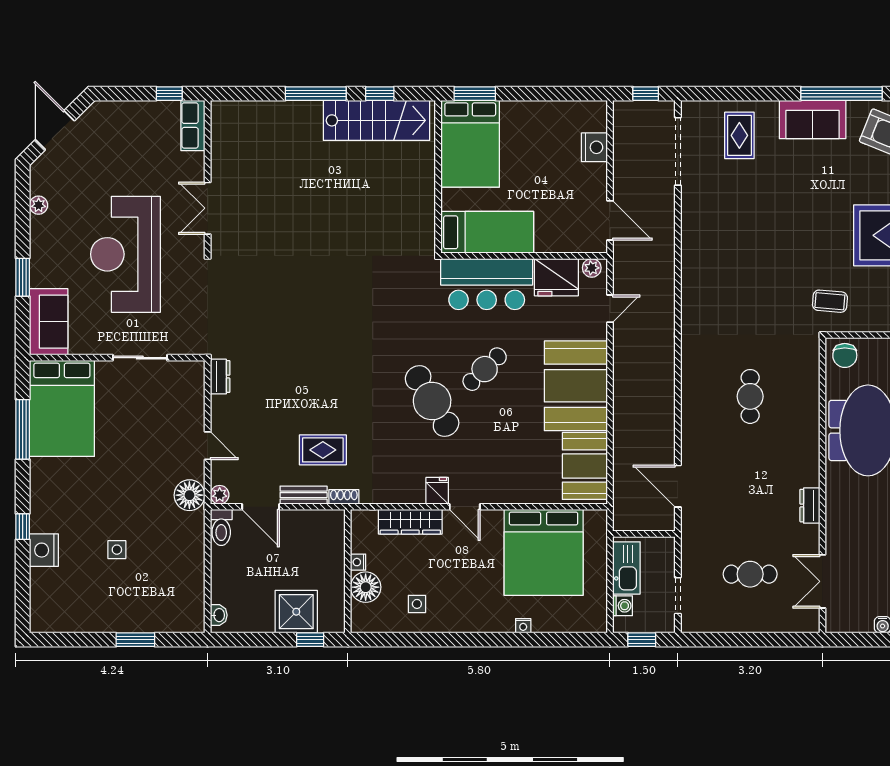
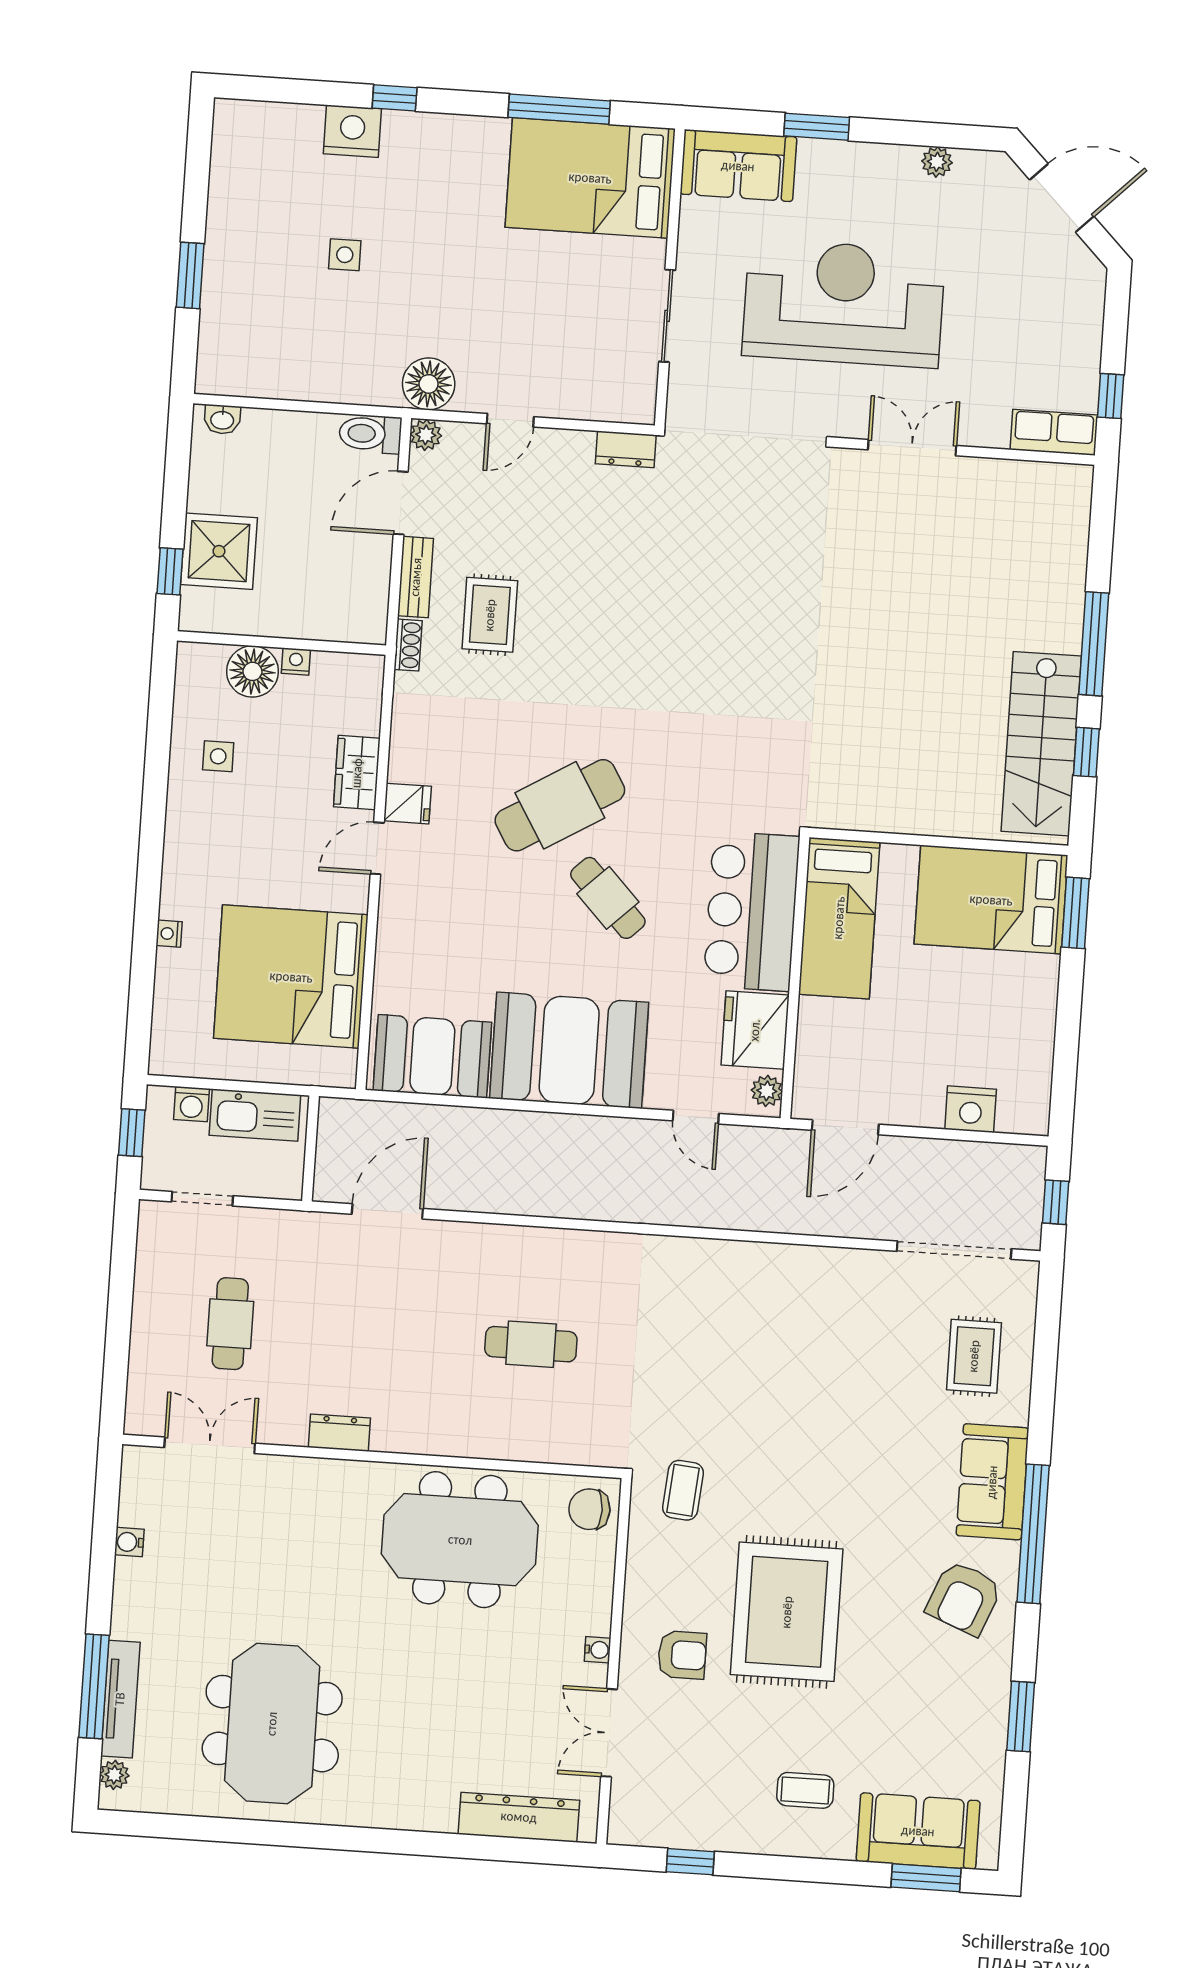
rug: (739, 135) -> (974, 1356), turned 90
wardrobe: (410, 522) -> (357, 773), width x0.67

